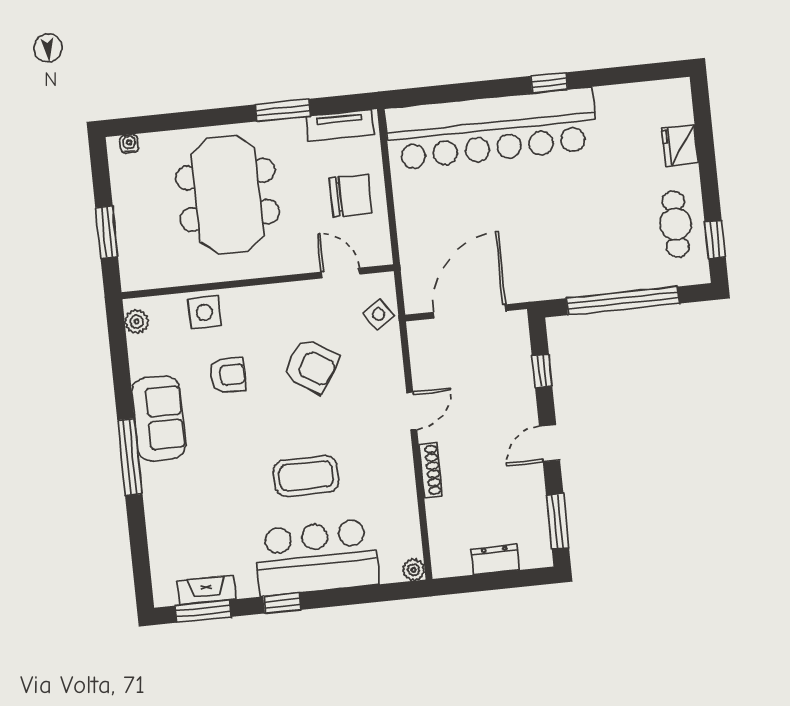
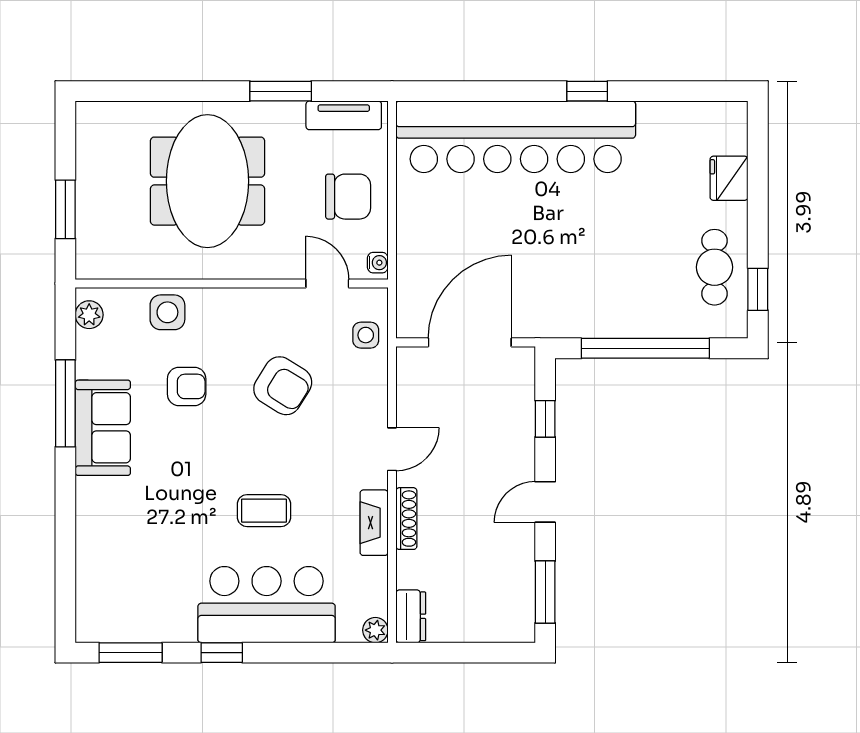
water cooler: (129, 144) -> (378, 263), moved, turned 90
side table: (379, 314) -> (366, 335), turned 35
window: (130, 457) -> (65, 403), moved
coffee table: (306, 476) -> (264, 511), width x0.73, depth x0.77
dresser: (495, 559) -> (411, 616), moved, turned 90
fireplace: (206, 590) -> (374, 523), moved, turned -90

